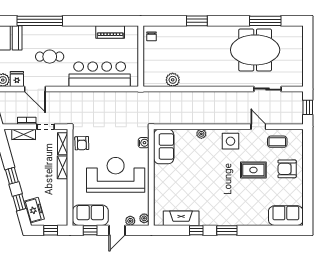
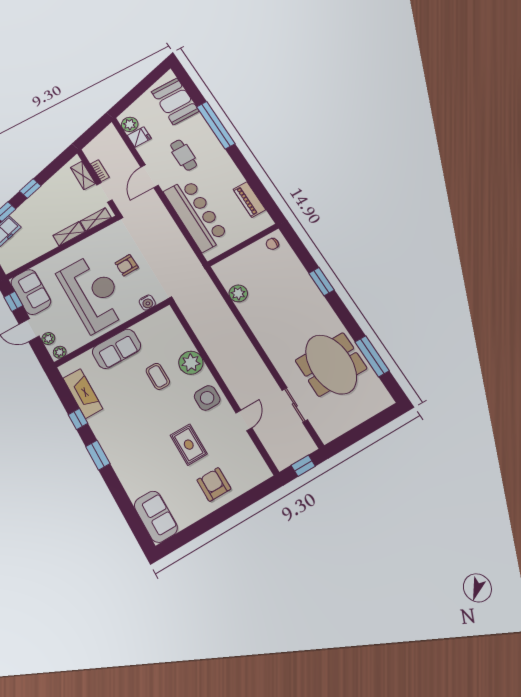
door: (35, 89) -> (150, 176), moved
plant: (201, 134) -> (191, 363), width x1.88, depth x1.88
coffee table: (277, 142) -> (158, 376), moved
armchair: (82, 143) -> (127, 265), moved
sofa: (164, 146) -> (117, 349), moved

